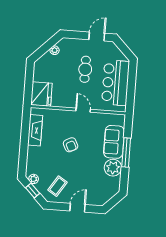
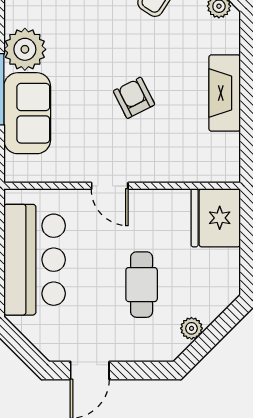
cafe table: (85, 69) -> (142, 285), moved
fireplace: (35, 130) -> (225, 93), moved

